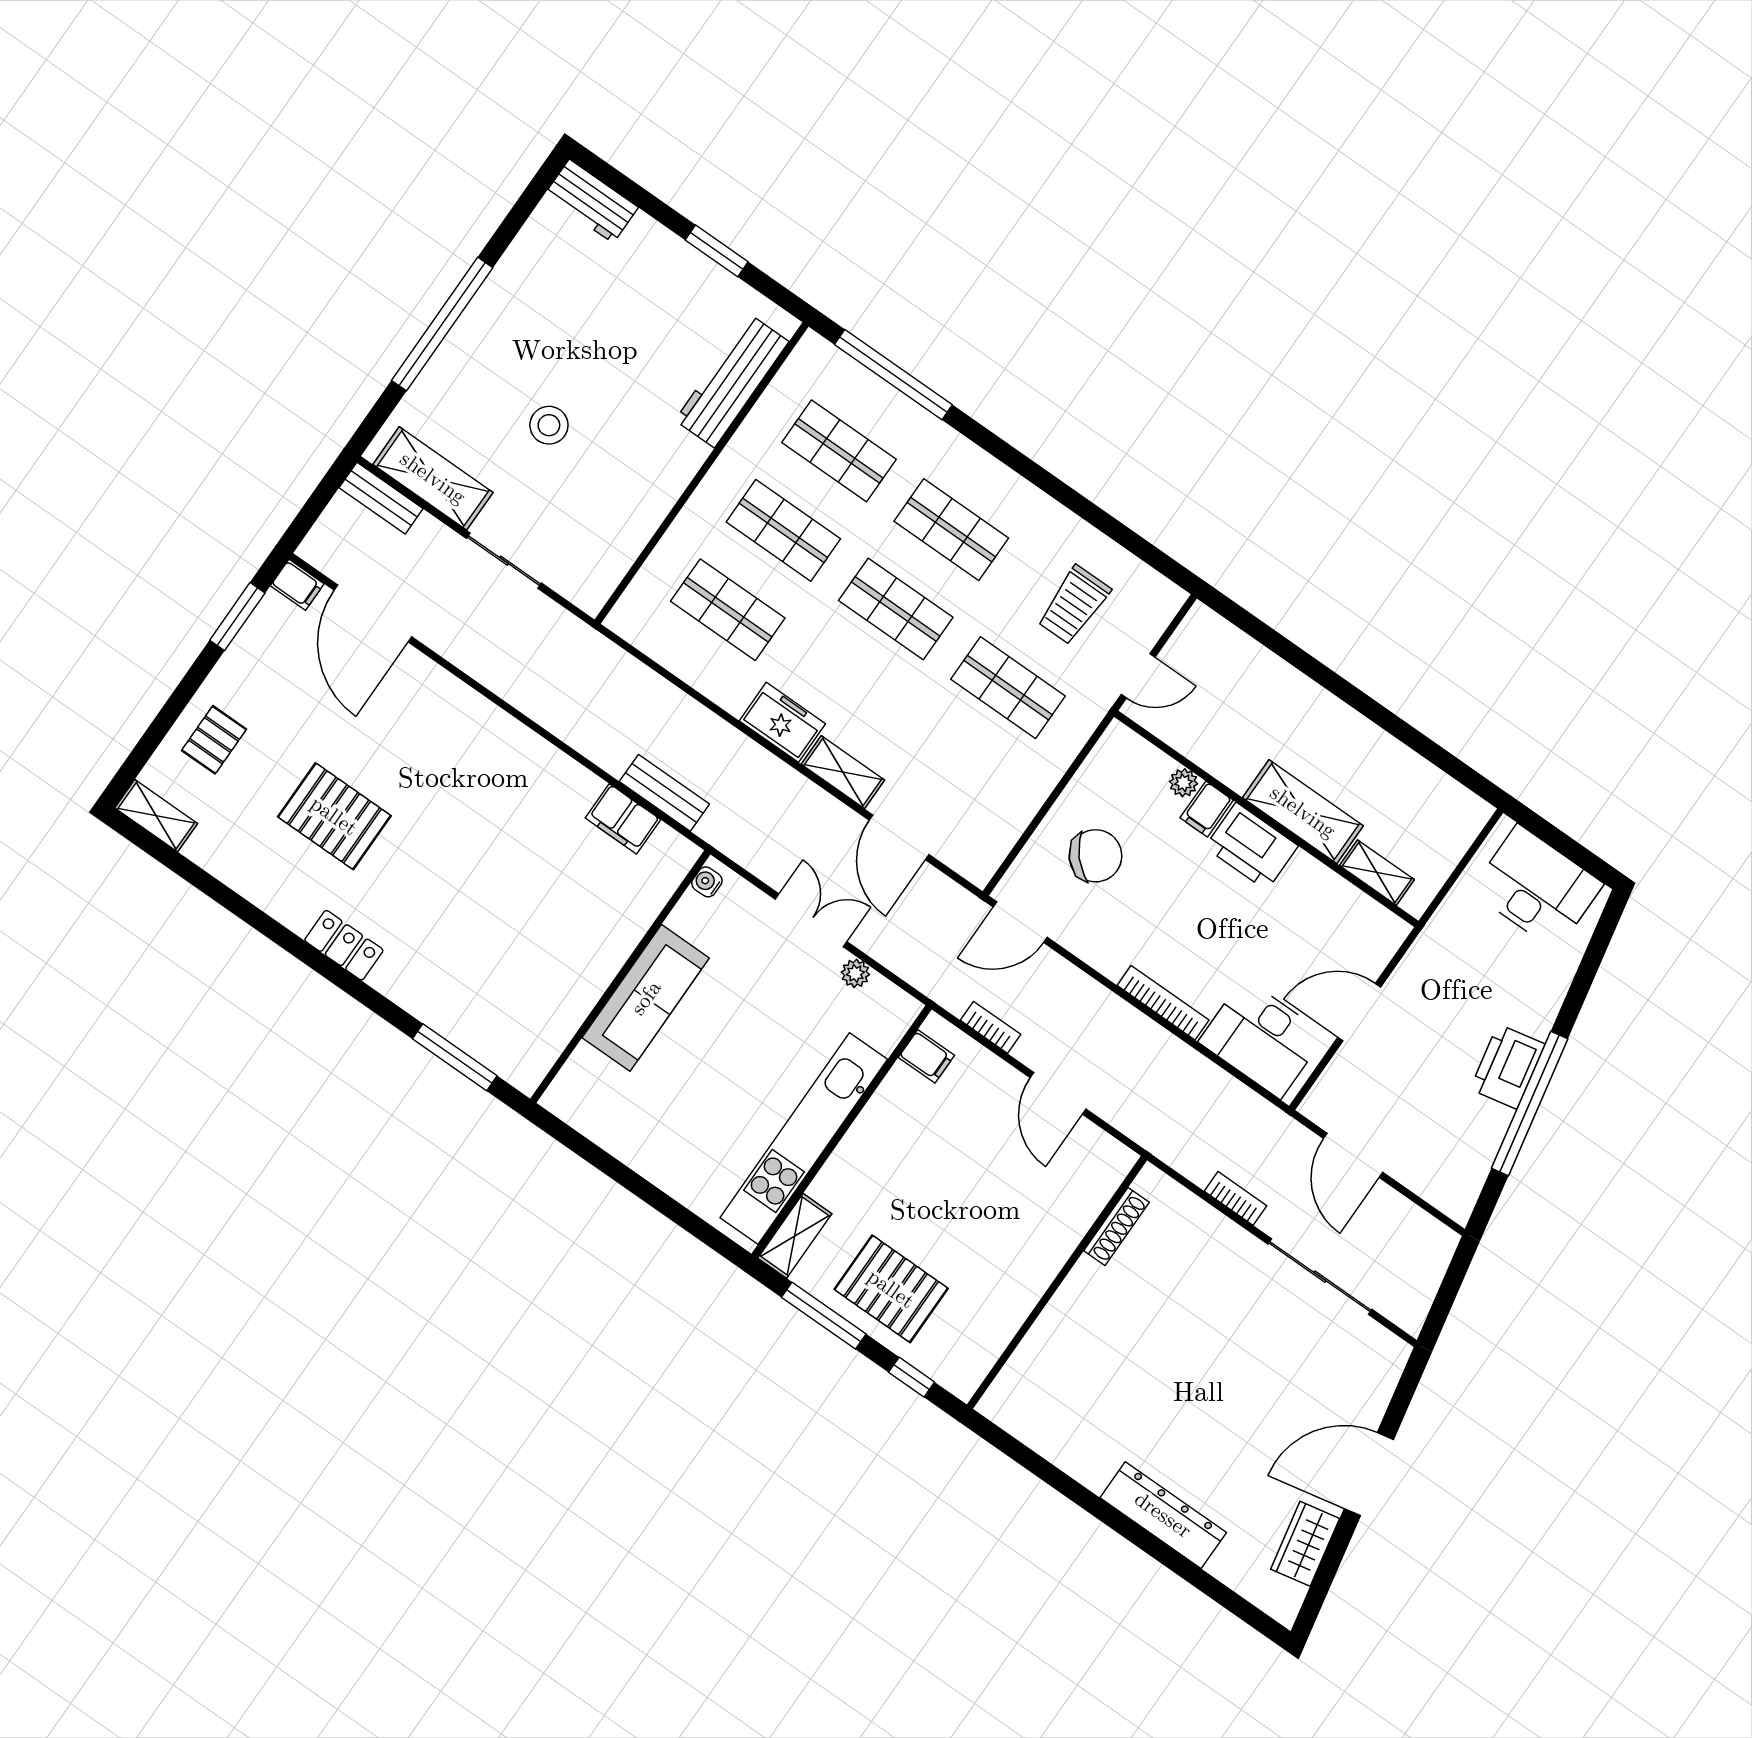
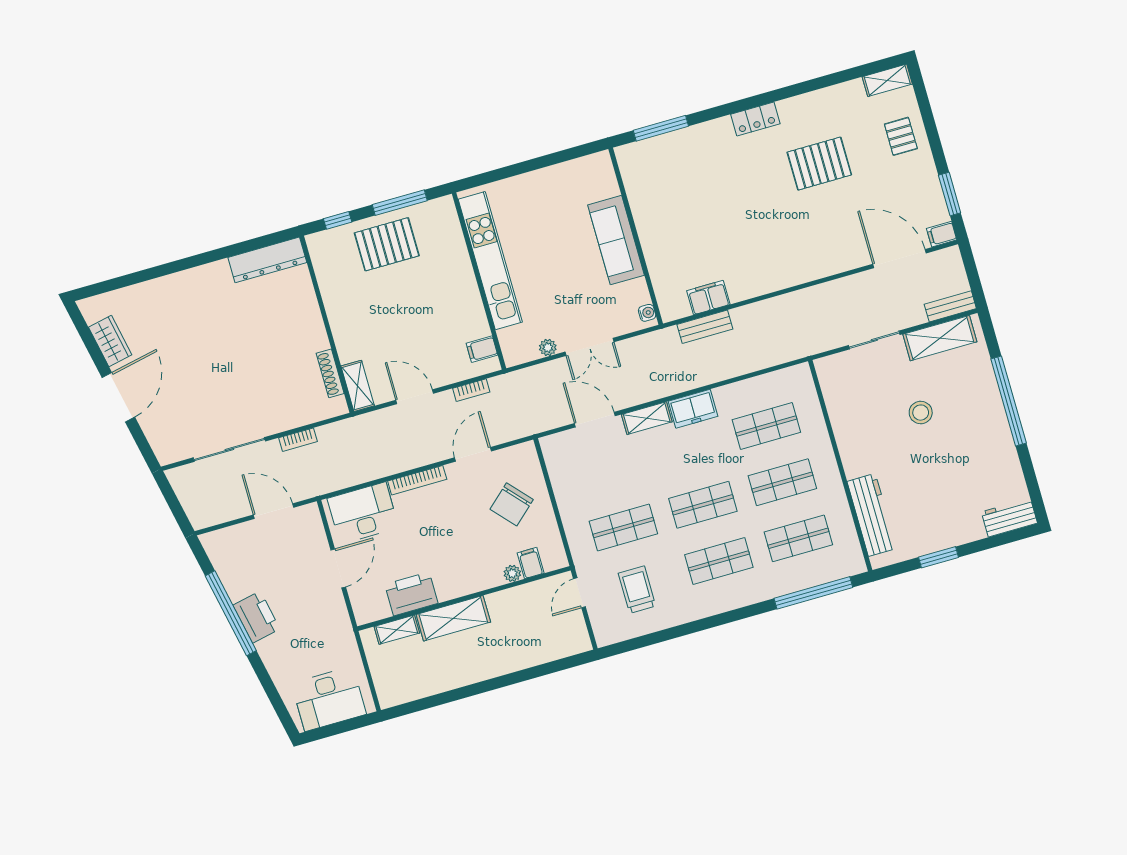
filing cabinet: (1207, 809) -> (531, 563), moved
printer: (1251, 846) -> (411, 594), moved
door: (1020, 922) -> (473, 454), moved
shelving: (795, 1236) -> (358, 386), moved
dresser: (1163, 1515) -> (267, 260), moved

